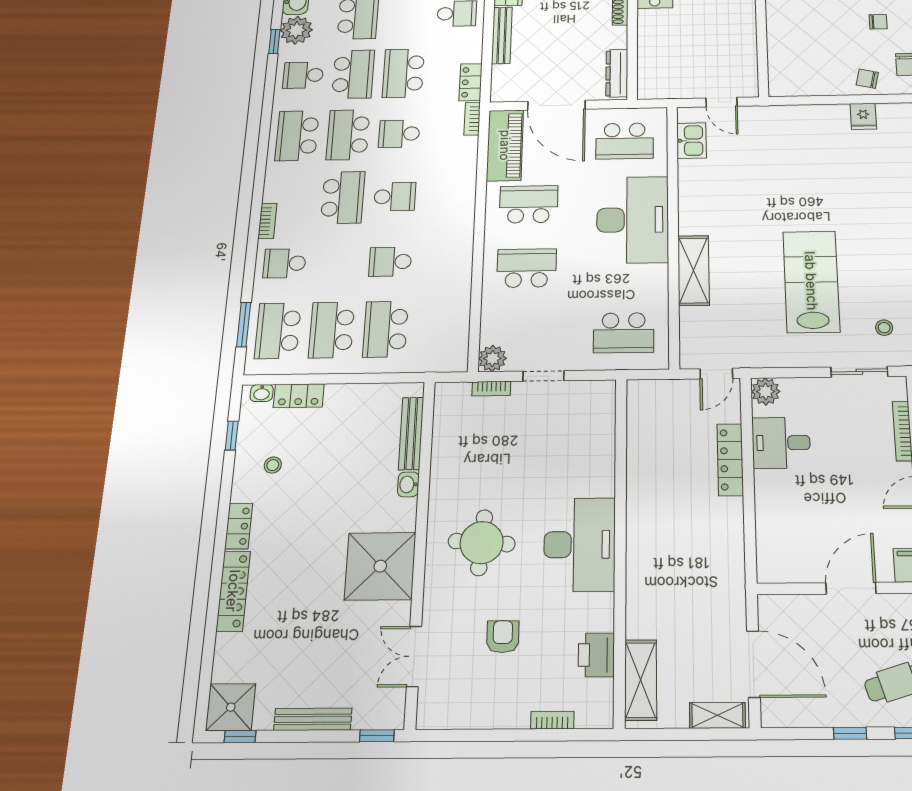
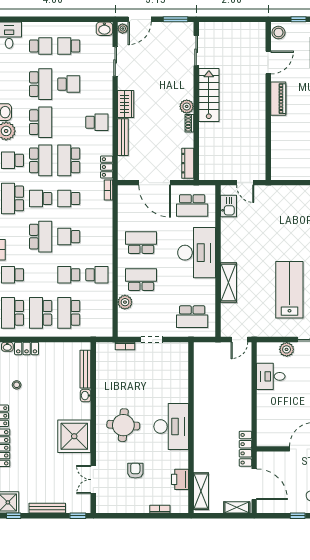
school desk: (348, 135) -> (41, 198), width x0.54
piano: (505, 145) -> (127, 207), removed
school desk: (395, 197) -> (69, 237), turned 180
school desk: (443, 261) -> (97, 275), added
plant: (492, 358) -> (125, 302), moved
plant: (766, 391) -> (287, 349), moved
locker: (730, 460) -> (245, 449), moved

